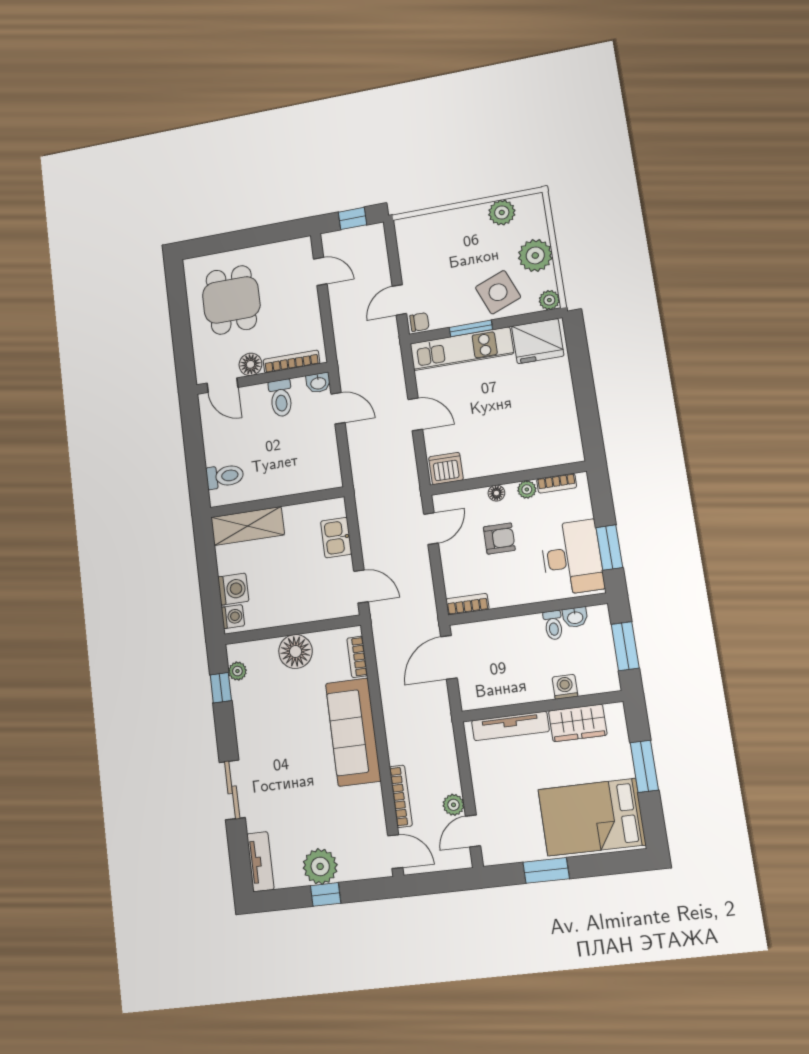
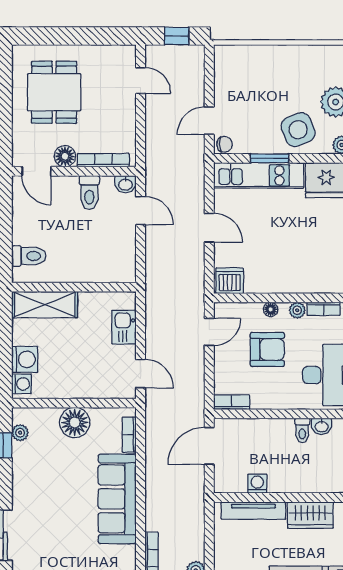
plant: (502, 212) -> (312, 57), removed
armchair: (499, 539) -> (267, 349), width x1.38, depth x1.38
washing machine: (565, 687) -> (257, 484), moved

